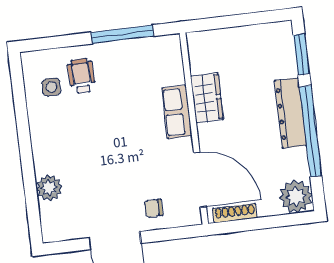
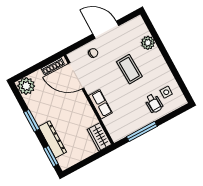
wardrobe: (207, 98) -> (99, 137), moved
dresser: (290, 113) -> (52, 139), moved
window: (311, 131) -> (32, 121), width x0.47
coffee table: (101, 154) -> (129, 69), added

